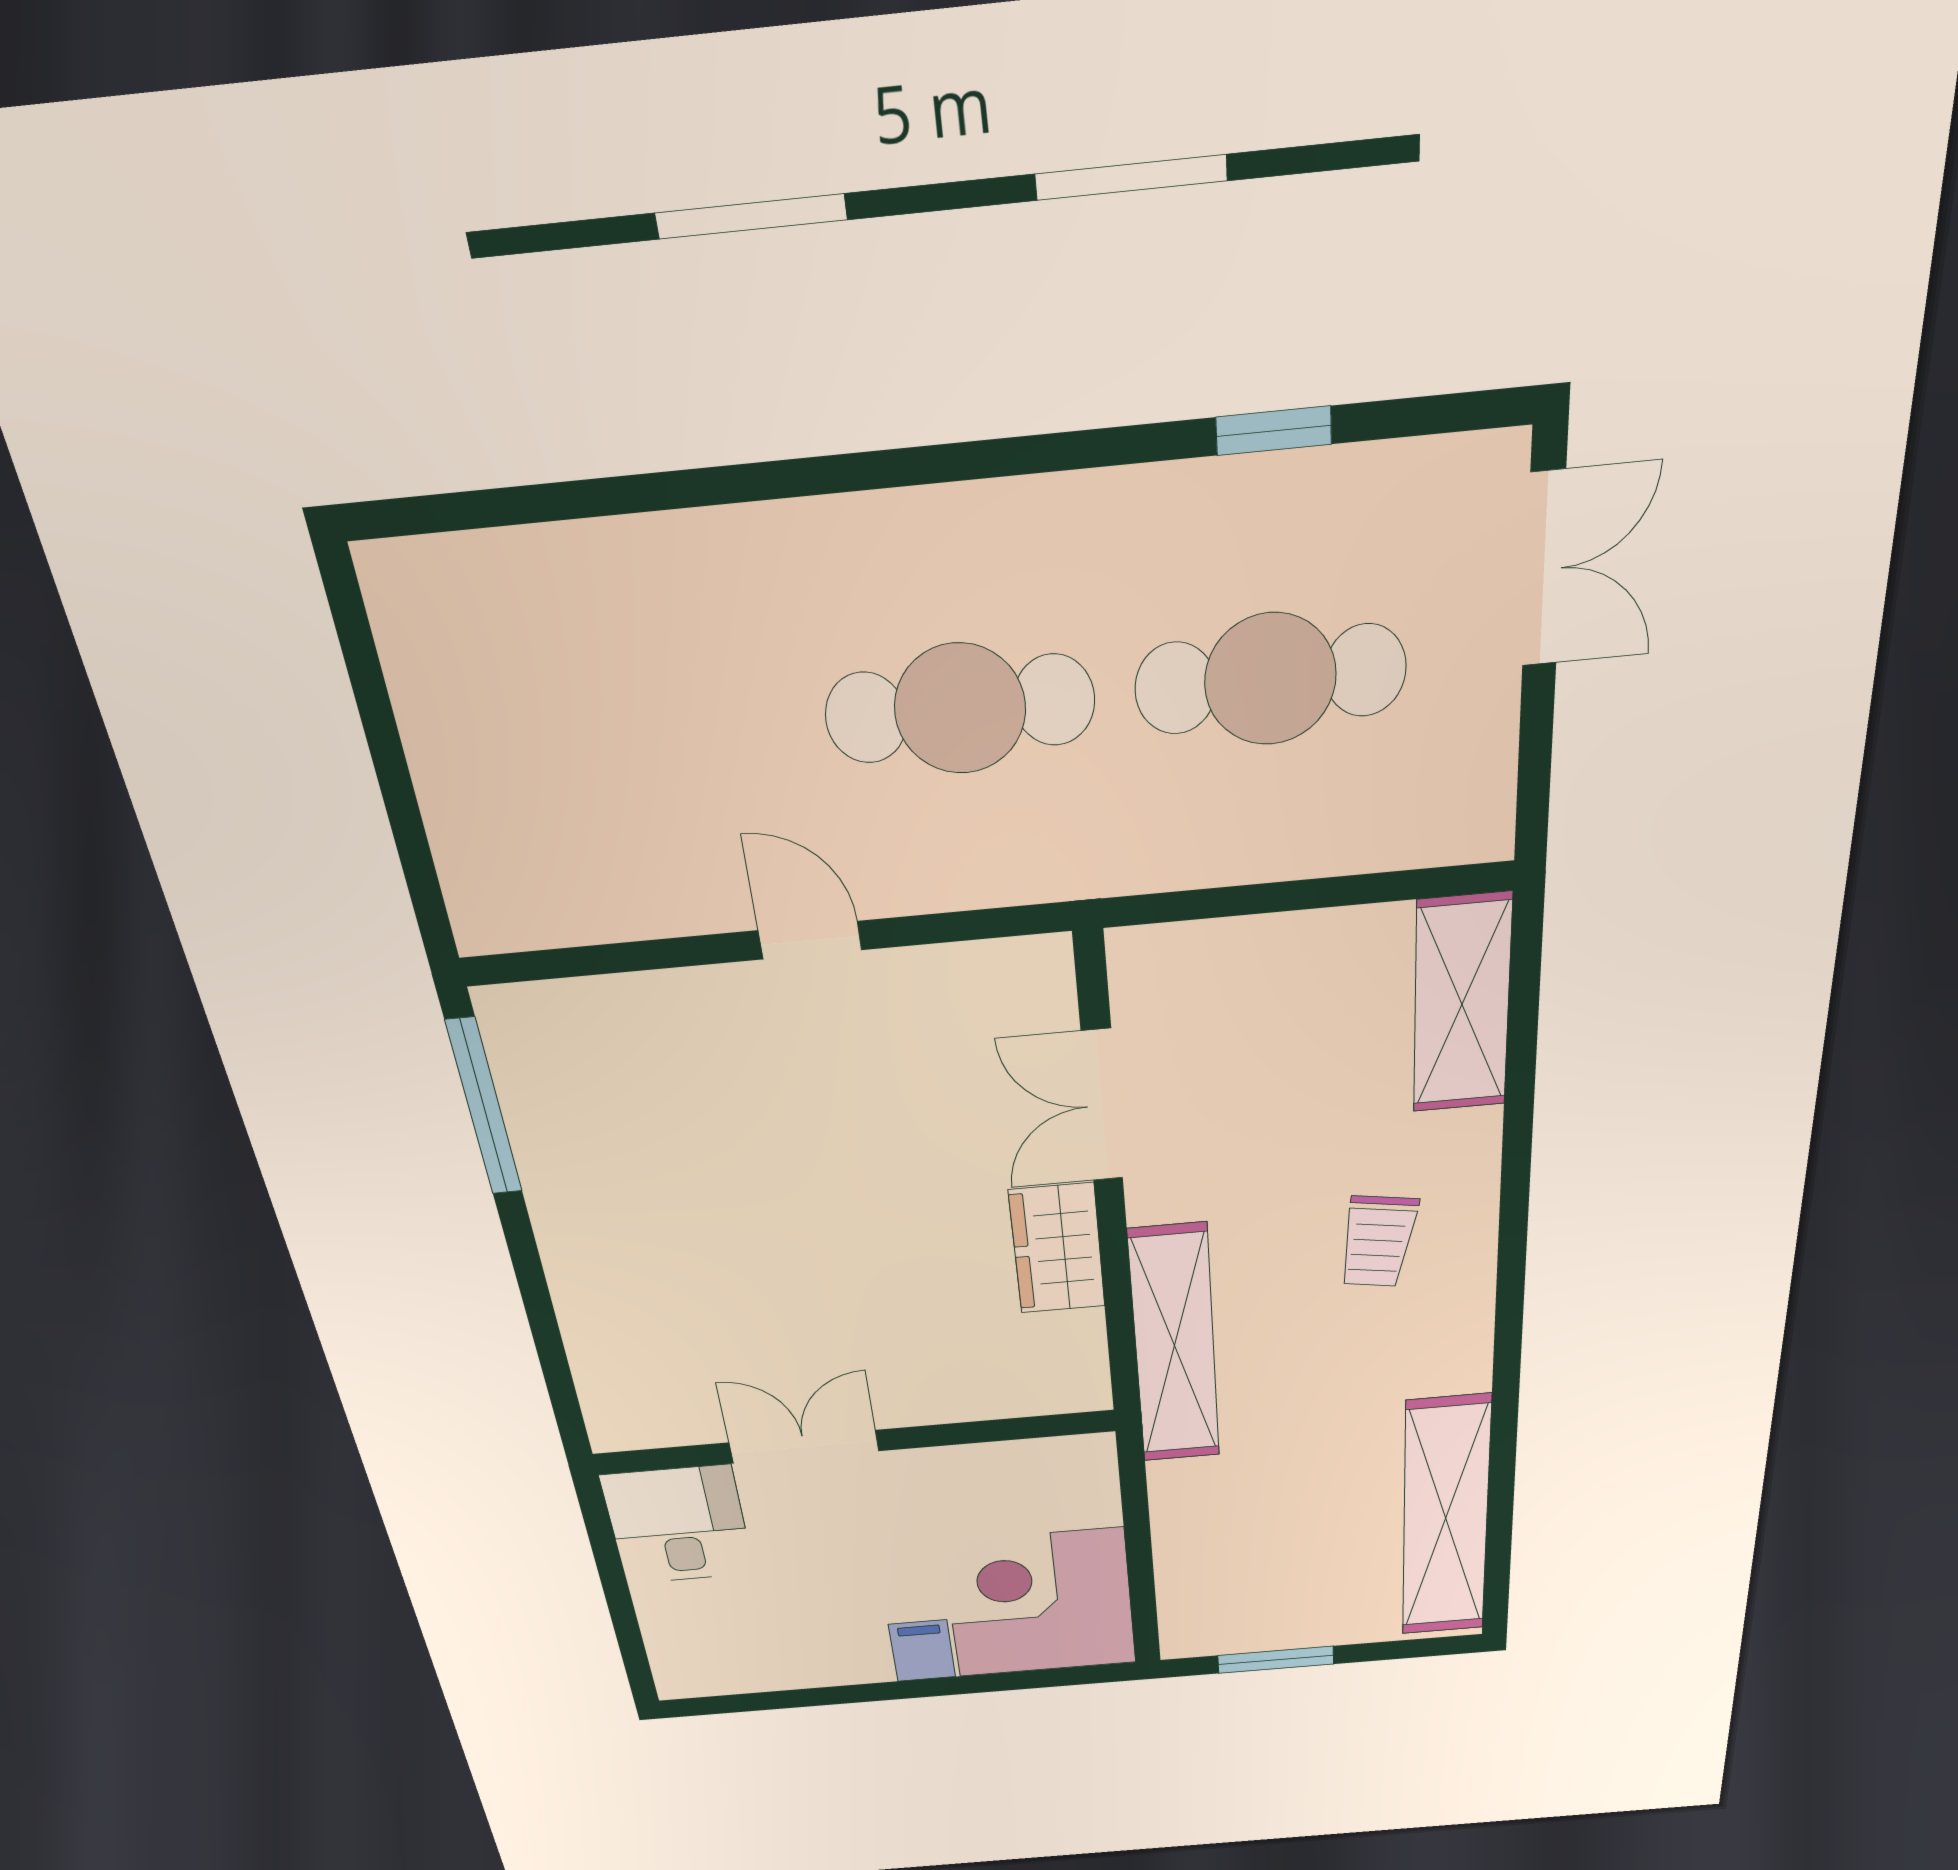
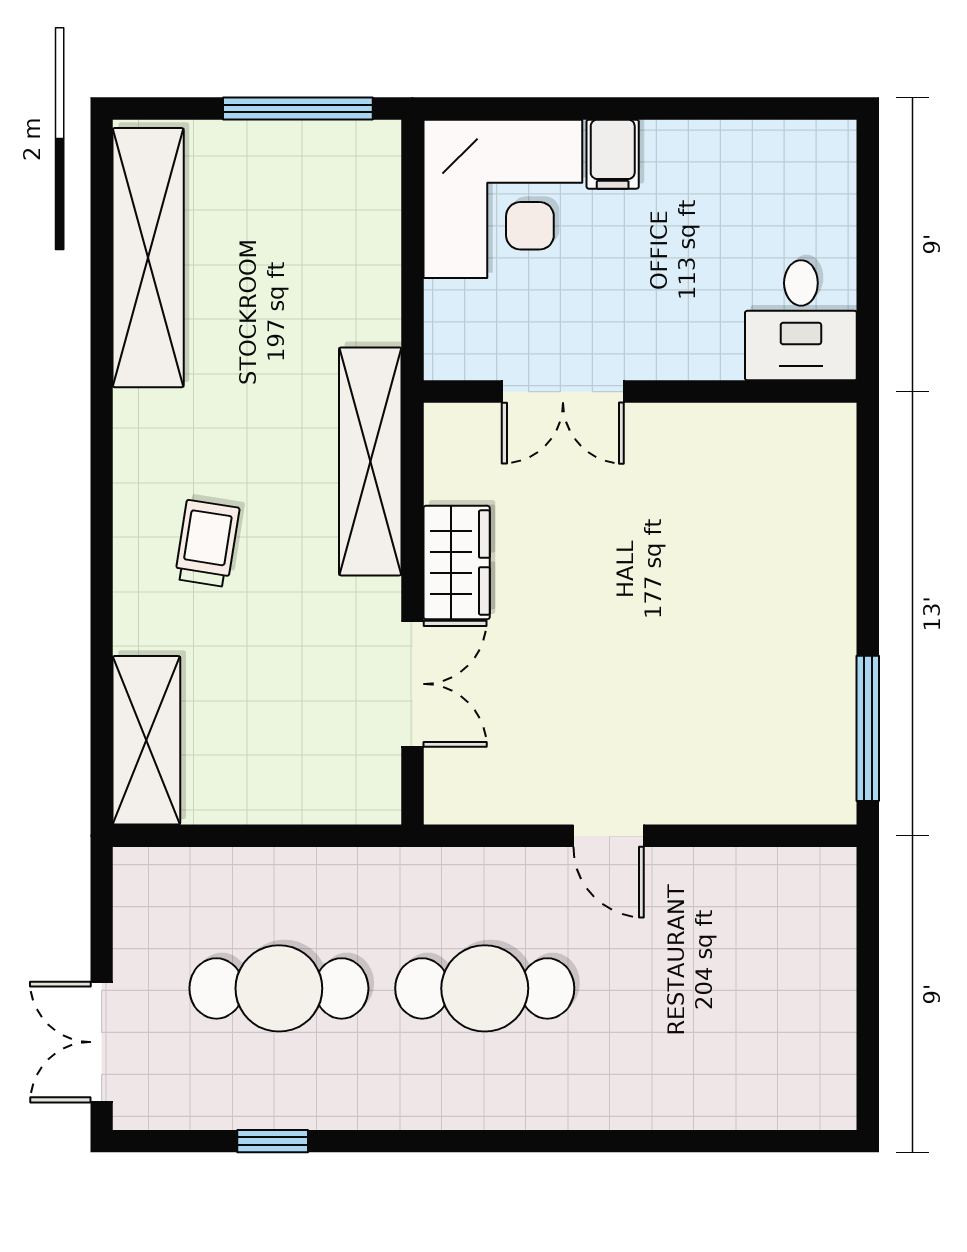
double door: (804, 1447) -> (563, 392), moved
window: (1276, 1660) -> (298, 108), width x1.44

